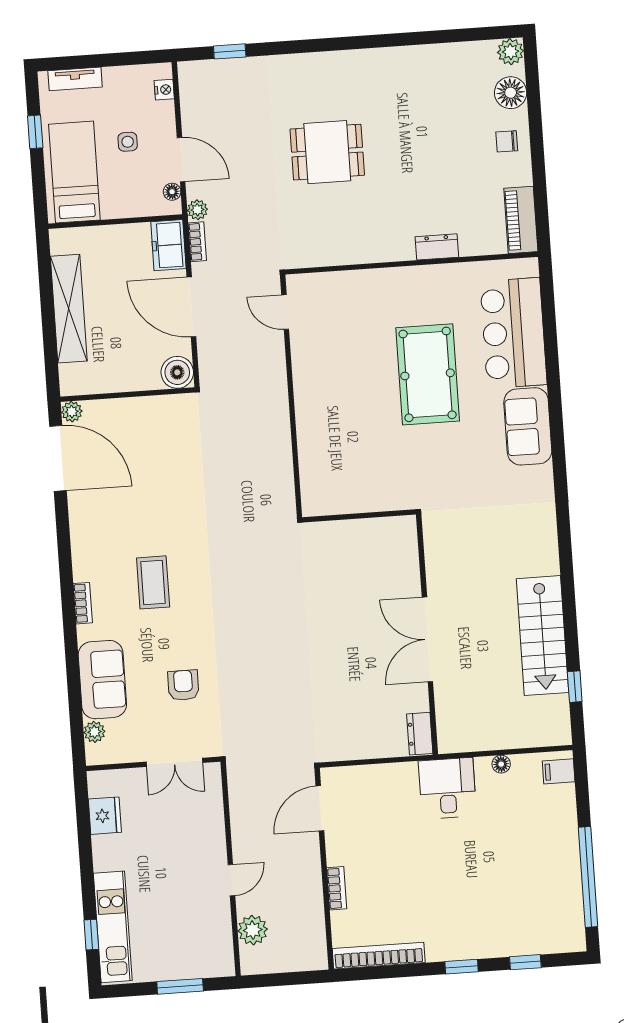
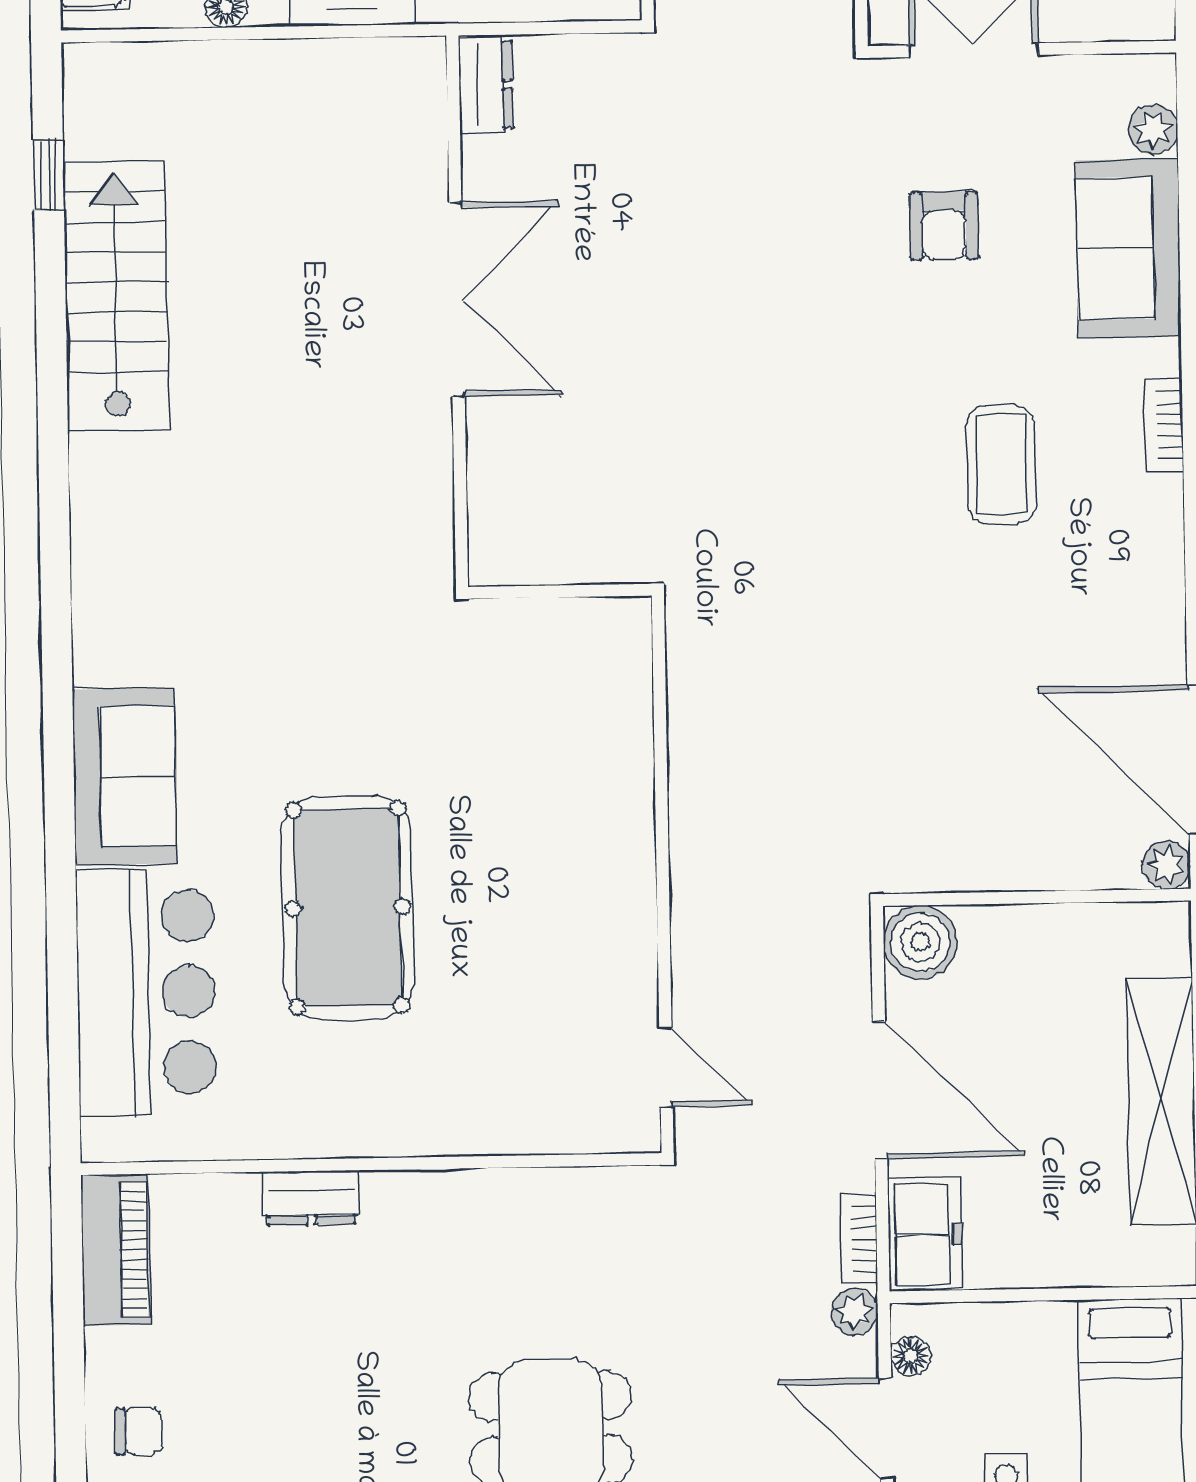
wall: (427, 634) -> (457, 311), moved
double door: (427, 639) -> (457, 300), moved
dresser: (420, 734) -> (486, 85), moved

